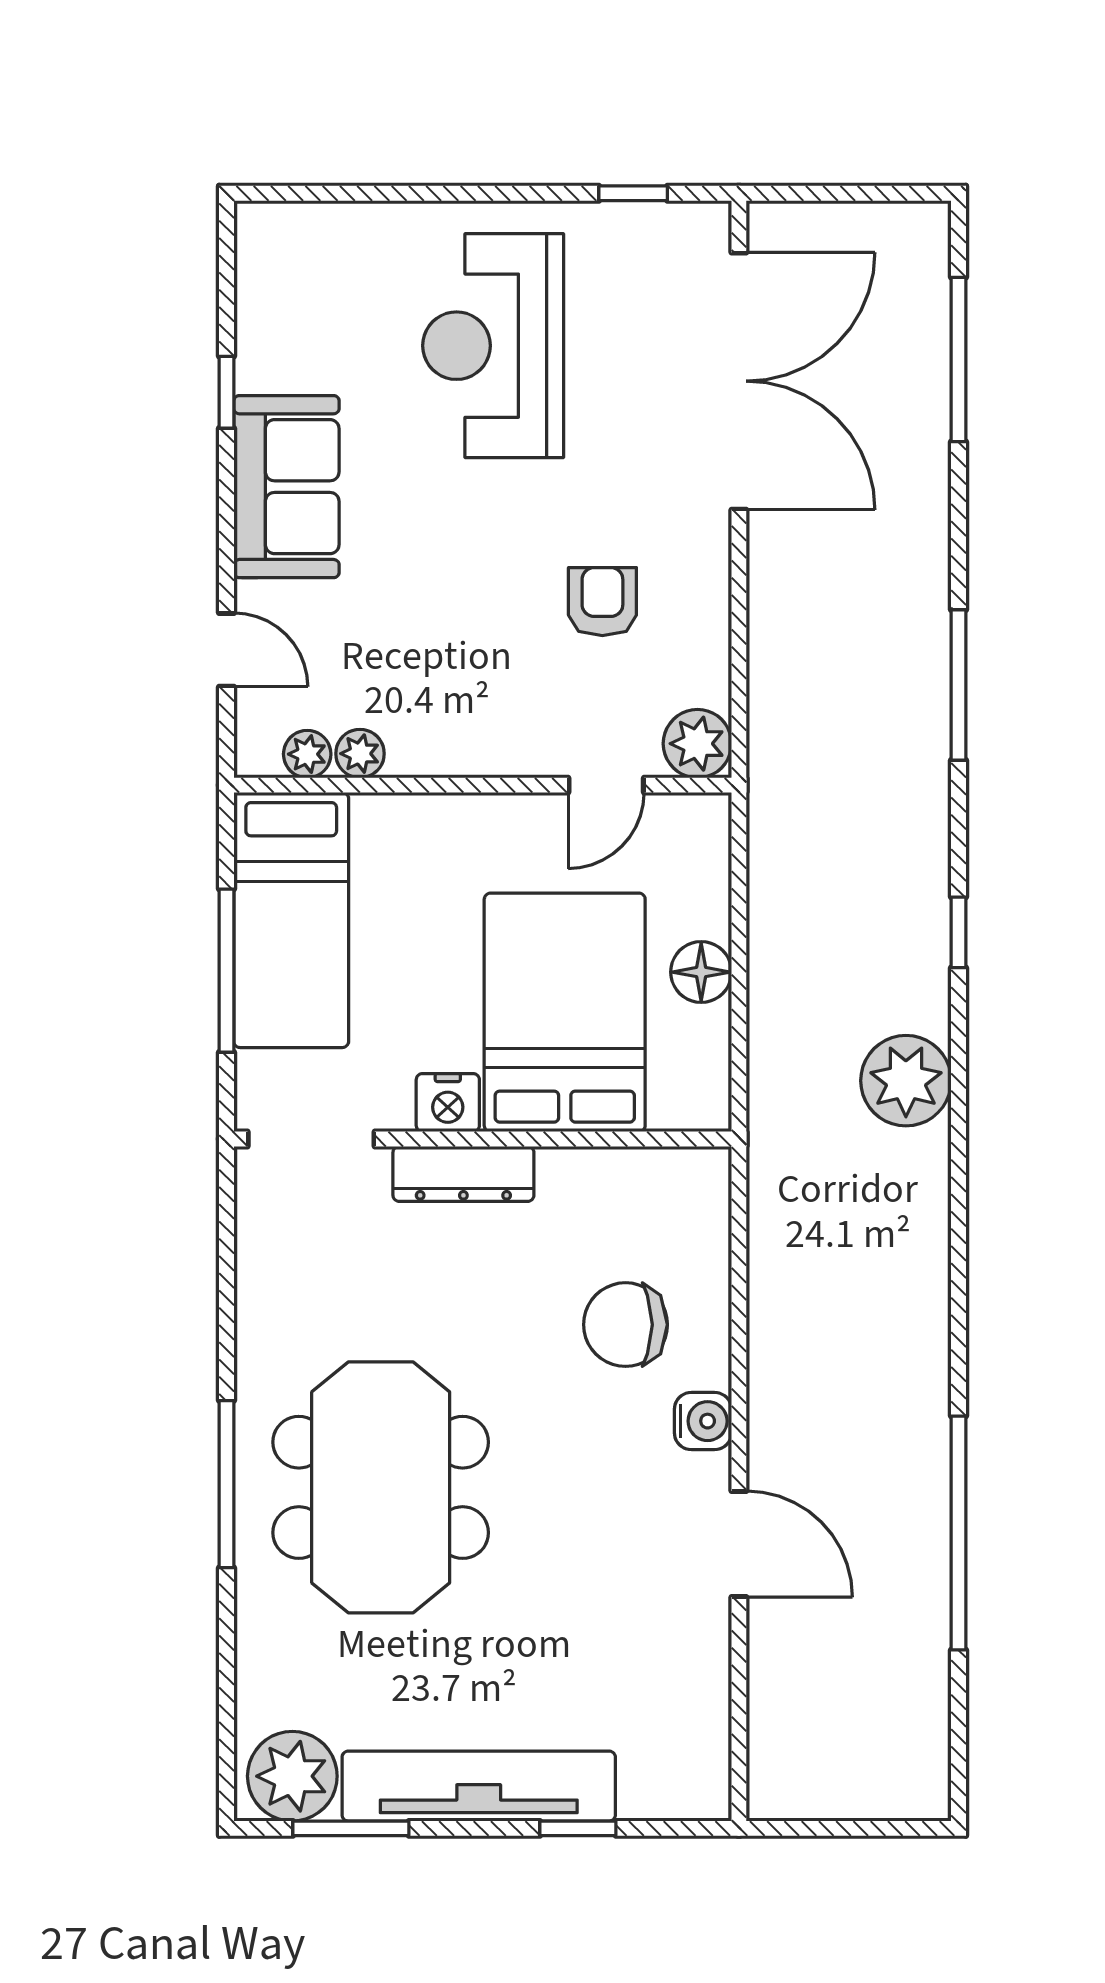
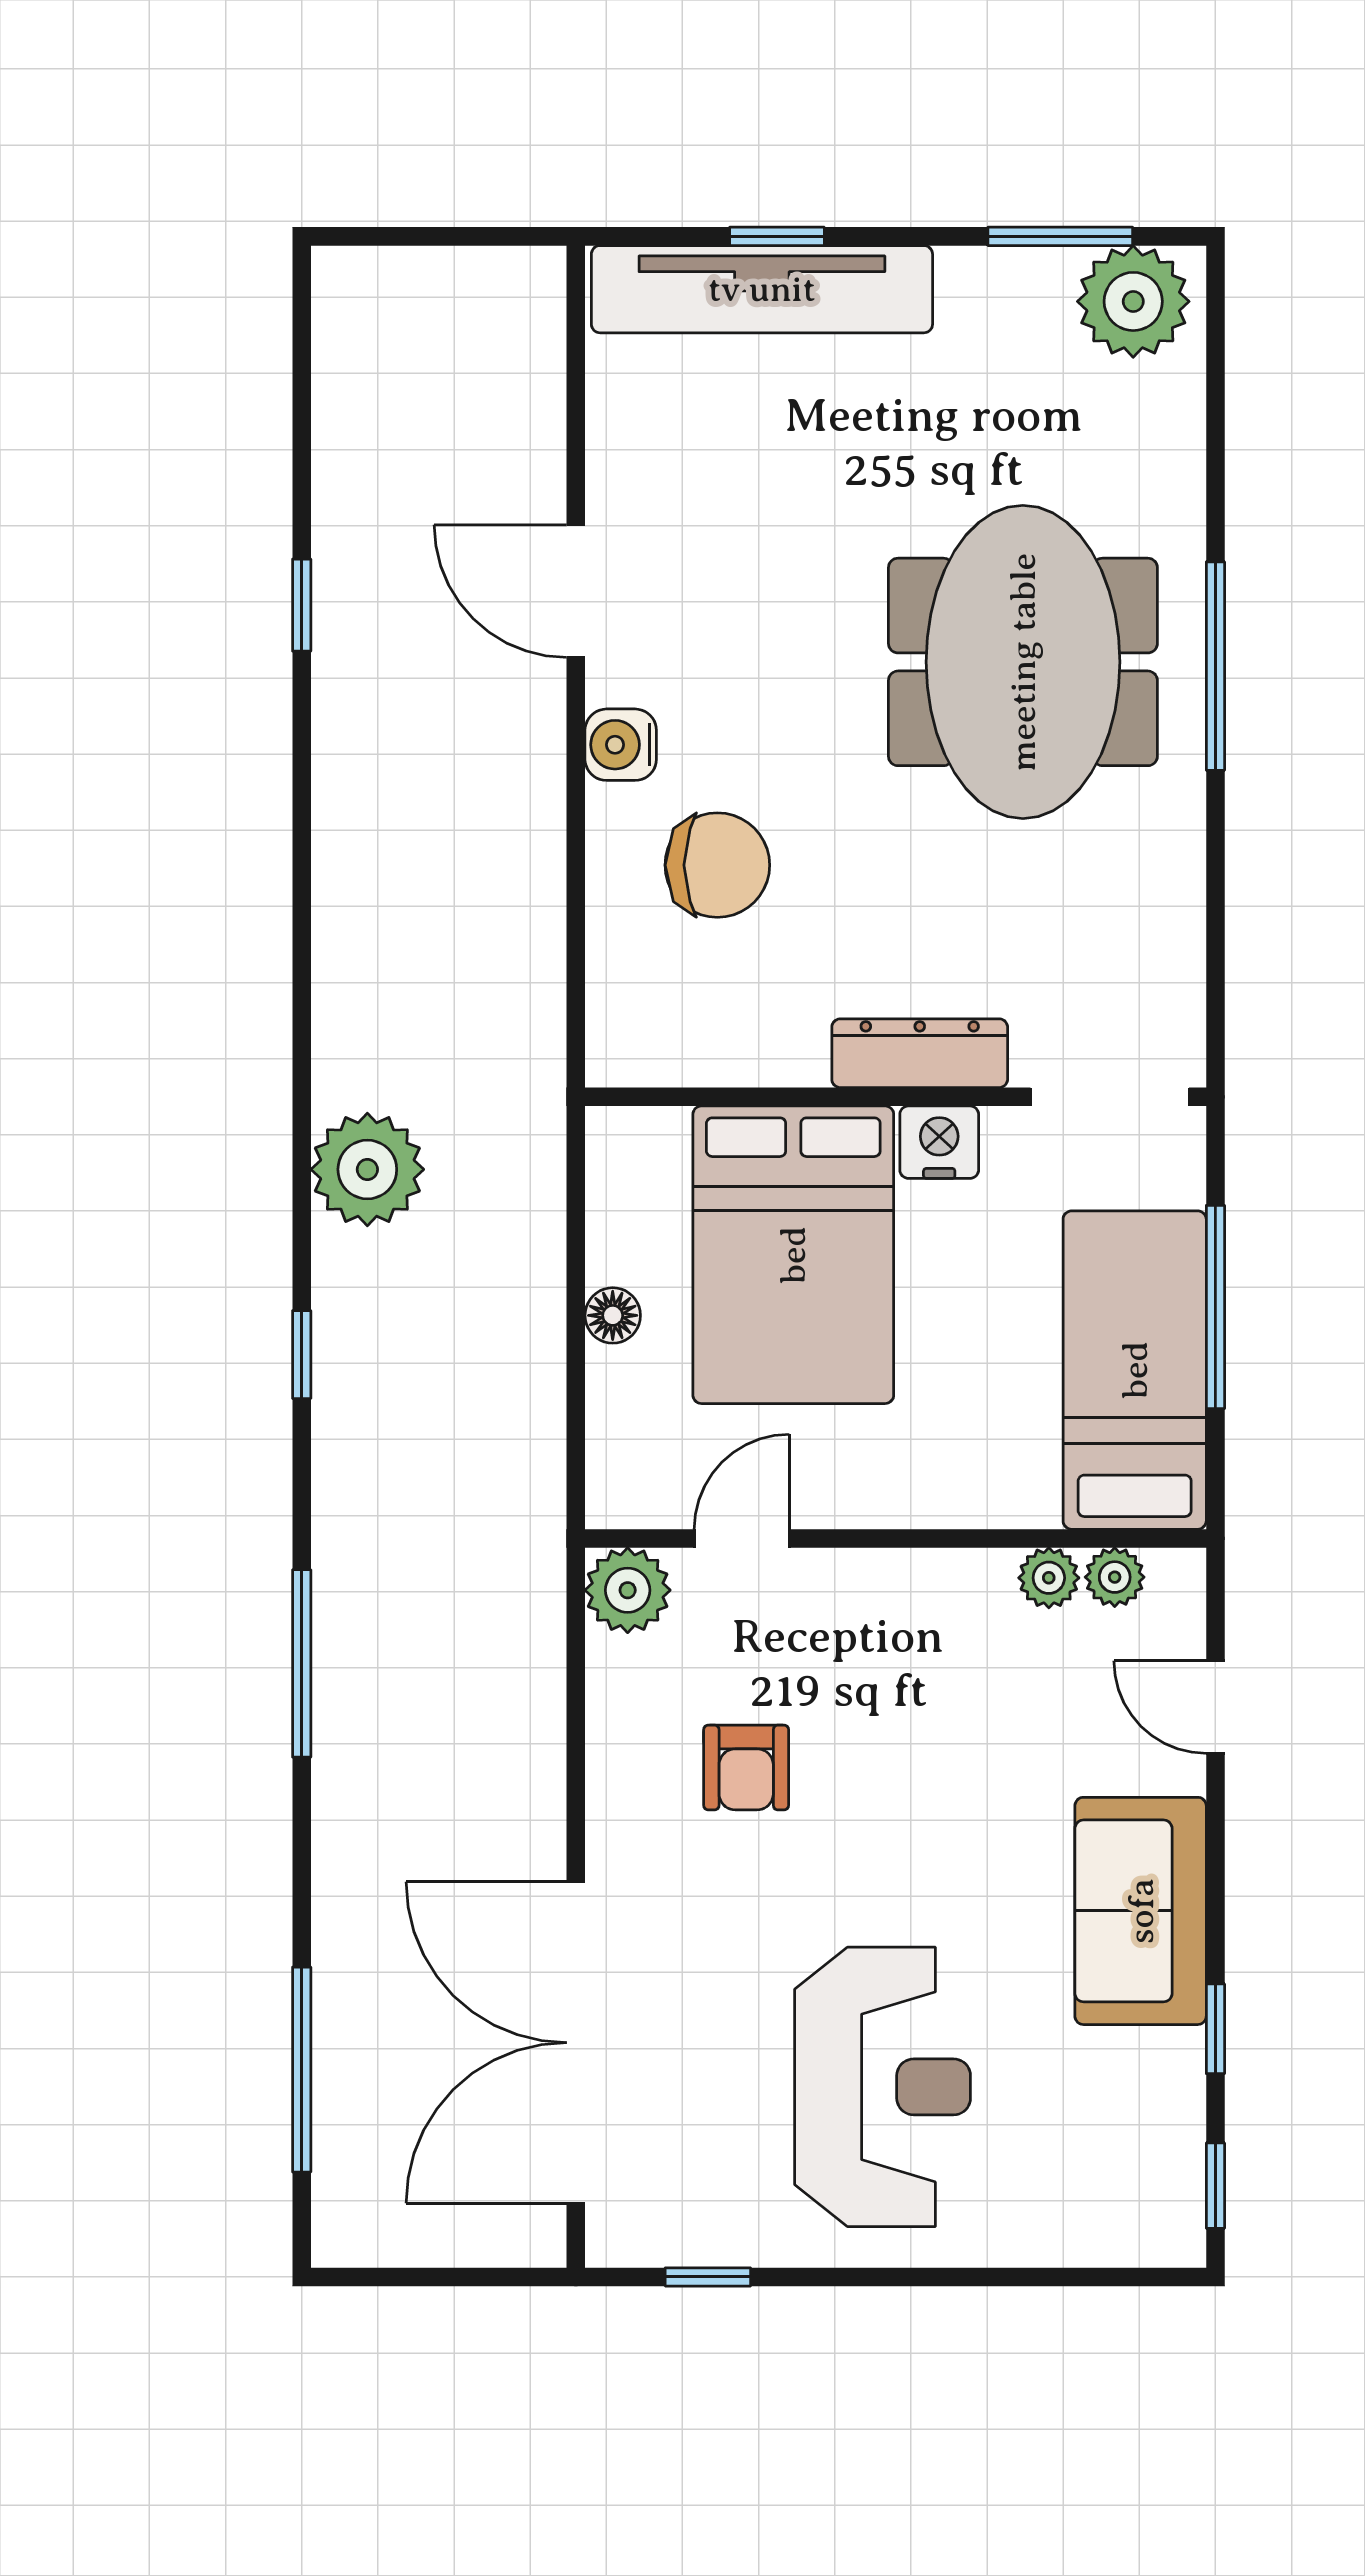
window: (226, 267) -> (1215, 2186), added
floor lamp: (701, 972) -> (613, 1315), width x0.73, depth x0.73
window: (959, 1533) -> (302, 605), width x0.32
tv unit: (479, 1786) -> (762, 289), moved

